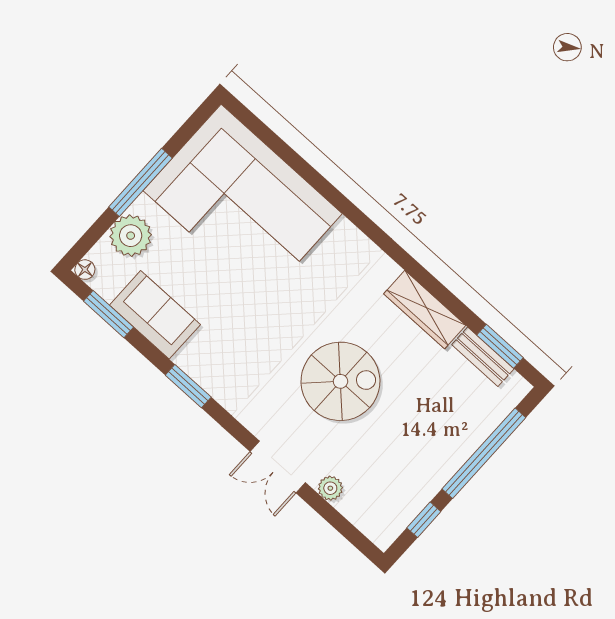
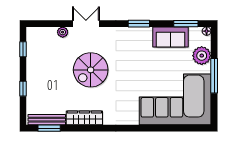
bench: (483, 357) -> (47, 120), width x1.36
window: (484, 453) -> (23, 89), width x0.32

